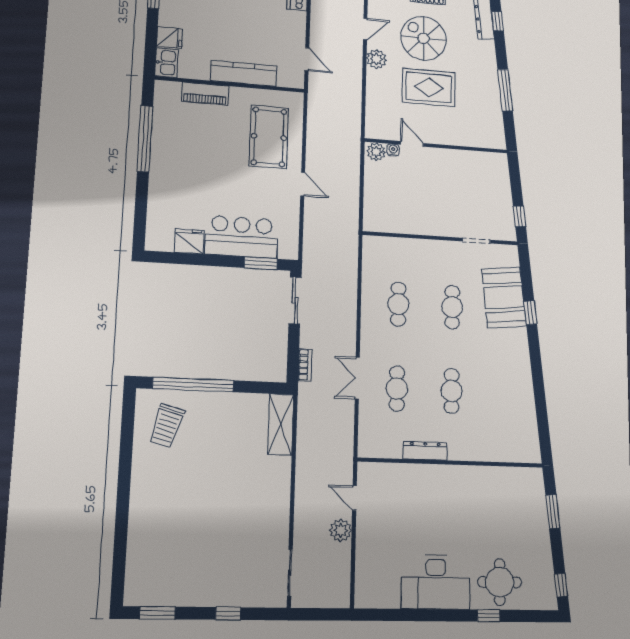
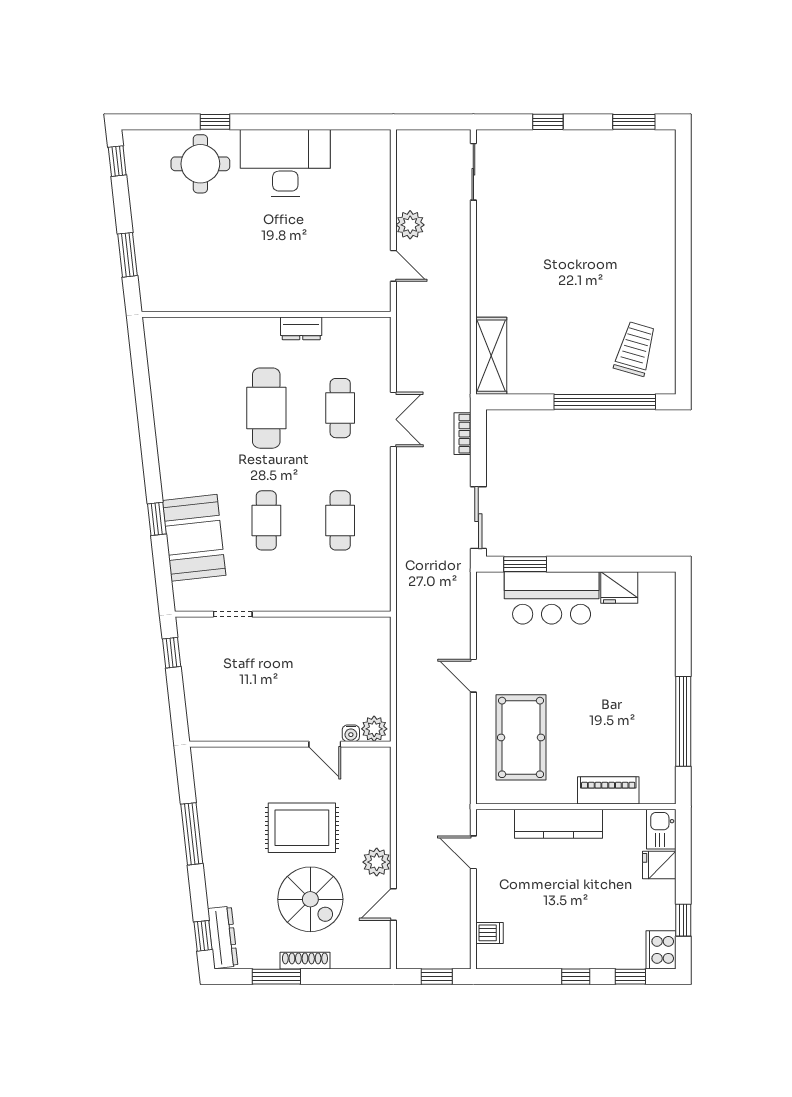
cafe table: (452, 391) -> (266, 408), width x1.37, depth x1.35
dresser: (425, 451) -> (301, 328), width x0.70

